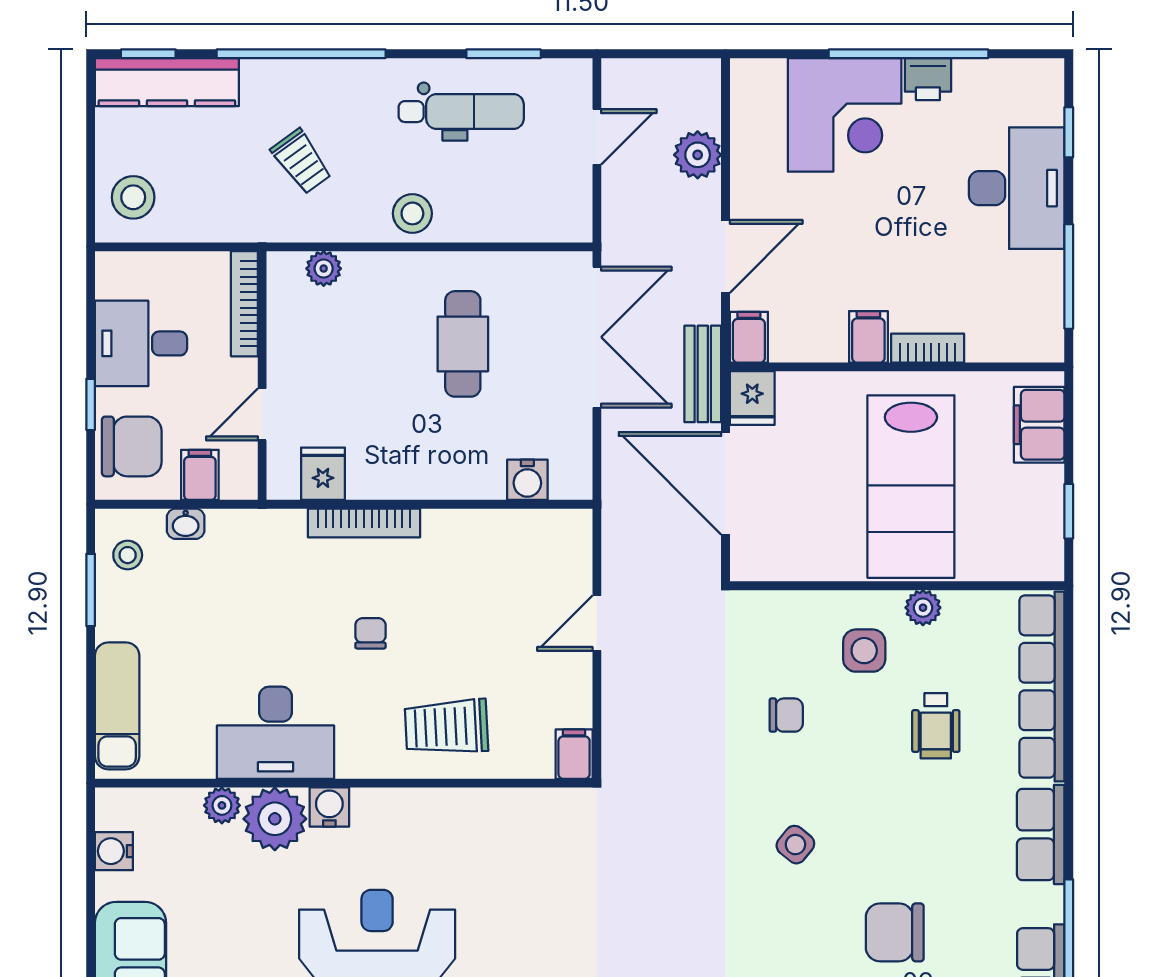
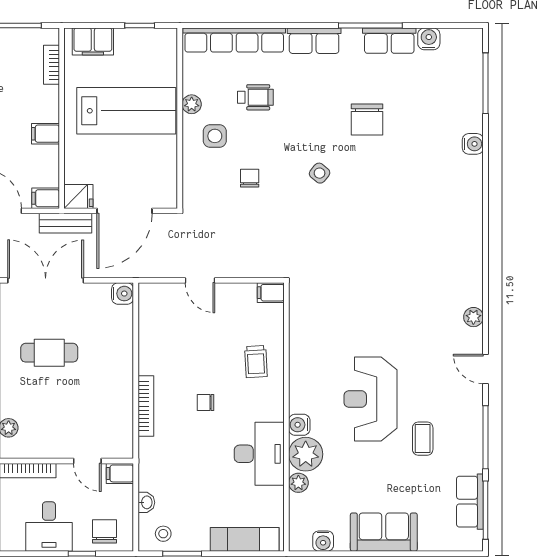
bookcase: (928, 348) -> (51, 65), moved
chair: (132, 446) -> (105, 531), width x0.73, depth x0.73
fridge: (323, 474) -> (119, 428), removed
filing cabinet: (200, 475) -> (120, 473), moved
water cooler: (527, 480) -> (123, 294), moved
trolley: (446, 727) -> (256, 362), width x0.73, depth x0.72

